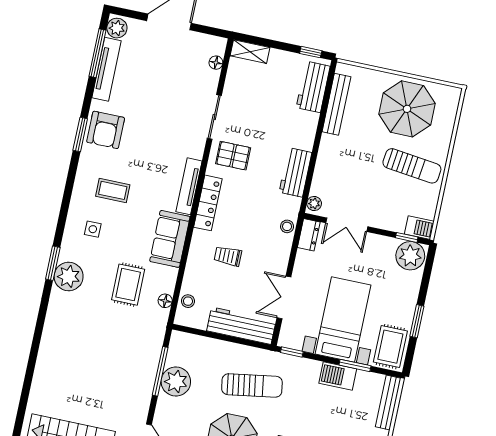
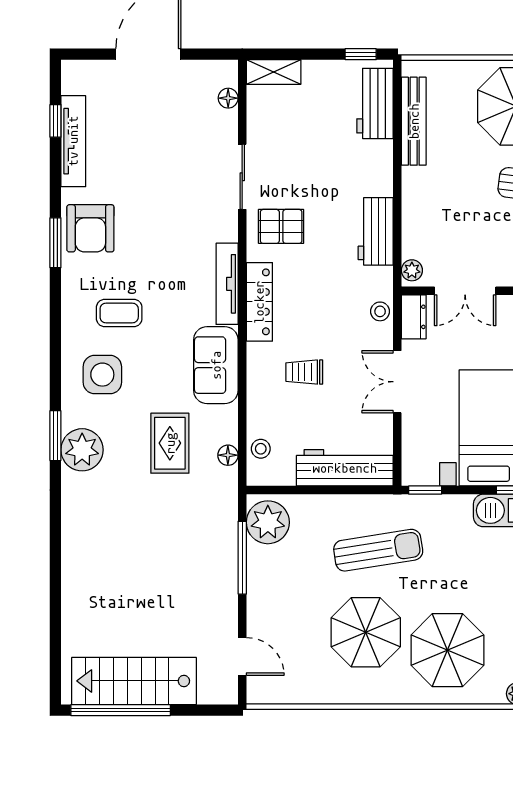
plant: (117, 28) -> (76, 79), removed
window: (97, 53) -> (55, 121), width x0.46
side table: (93, 229) -> (102, 375), width x1.87, depth x1.87
double door: (284, 297) -> (397, 382), moved
plant: (176, 382) -> (268, 522), moved

